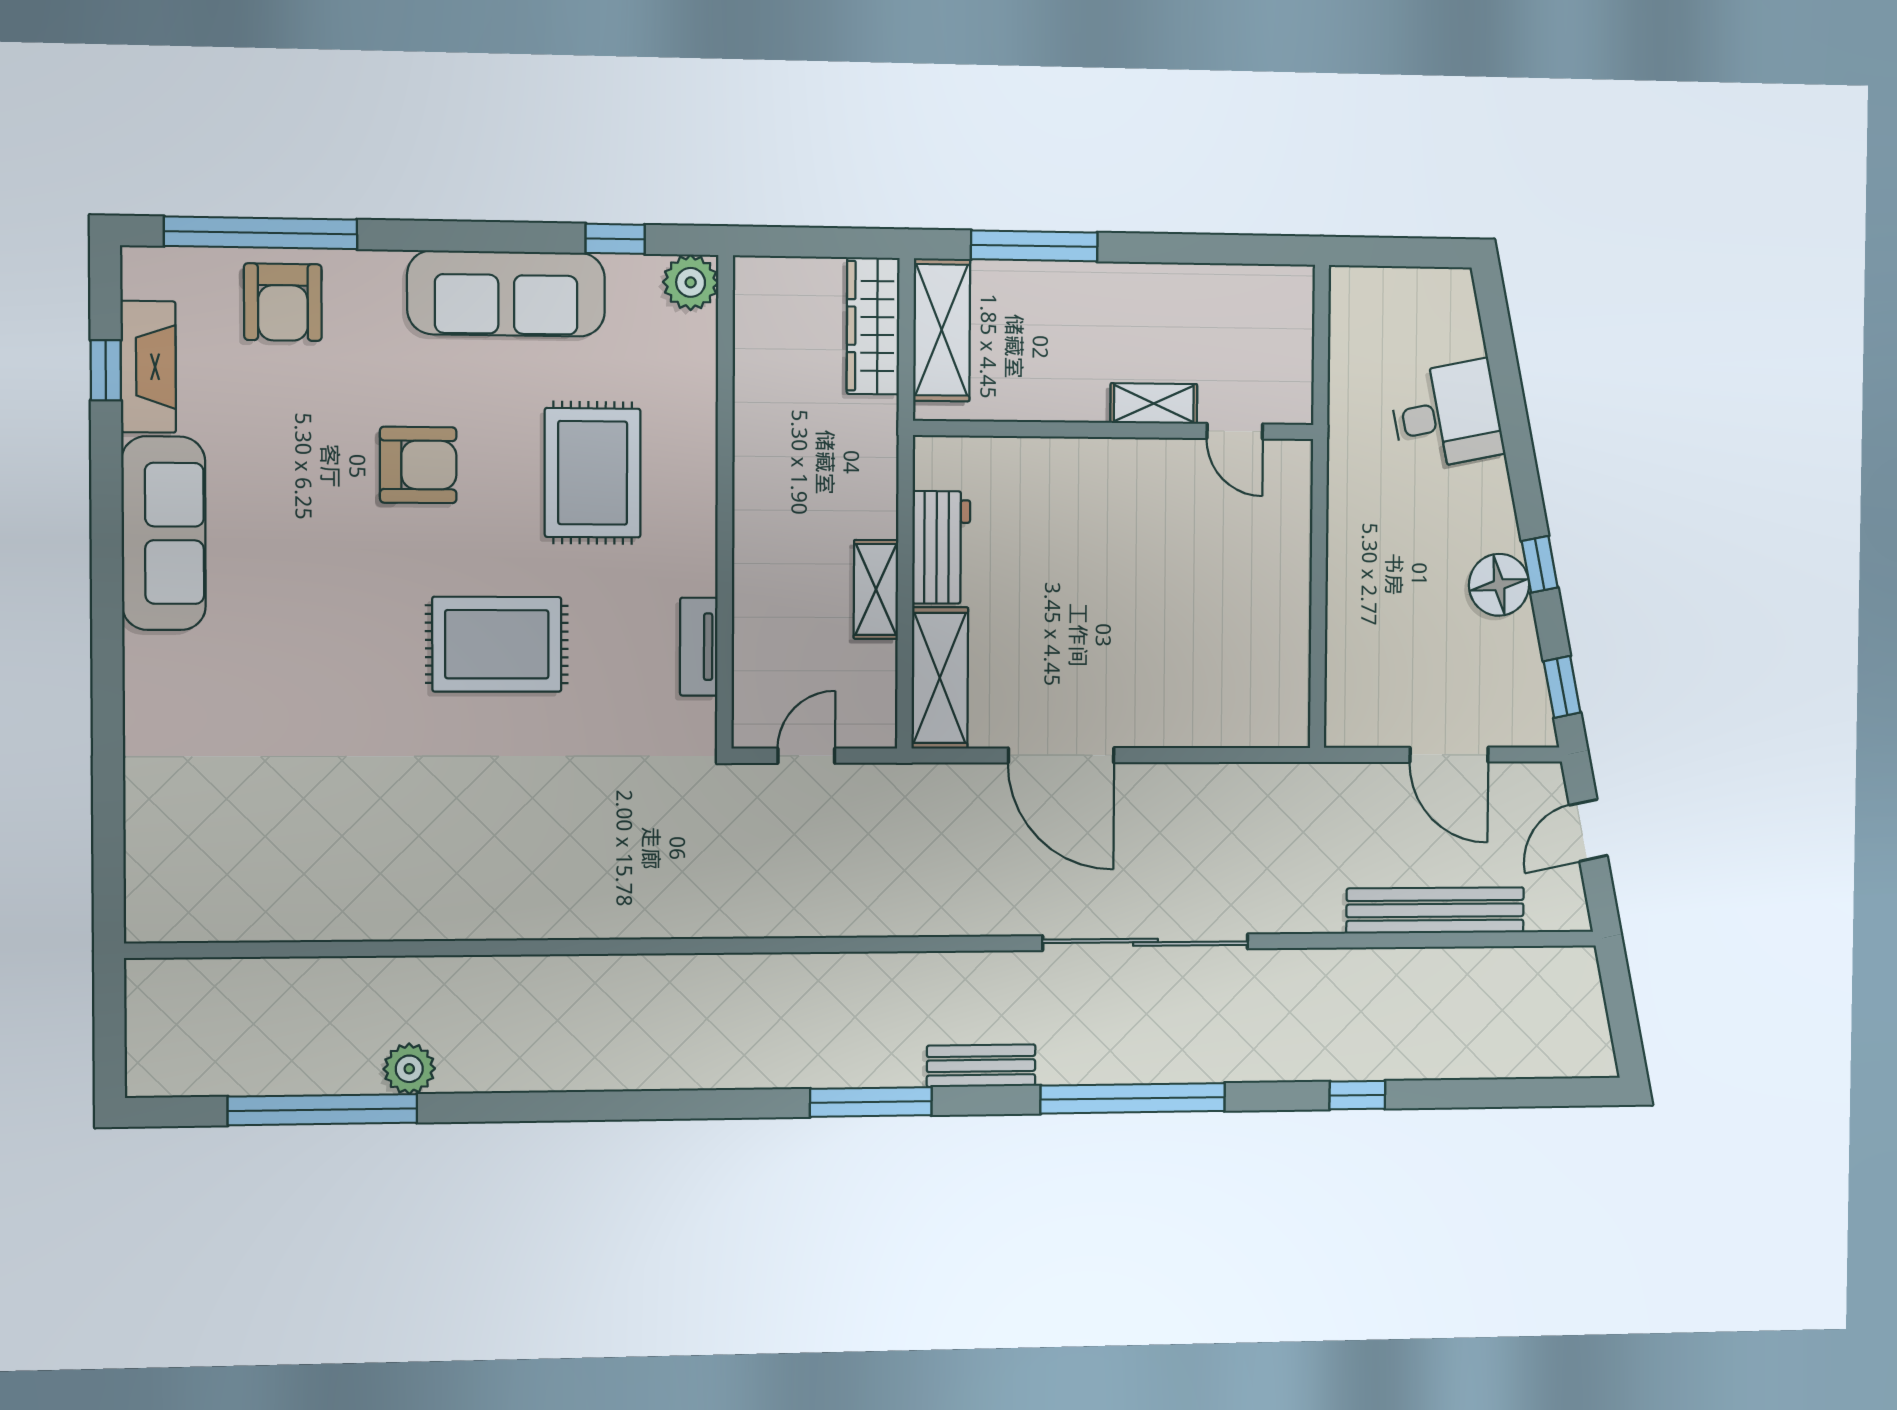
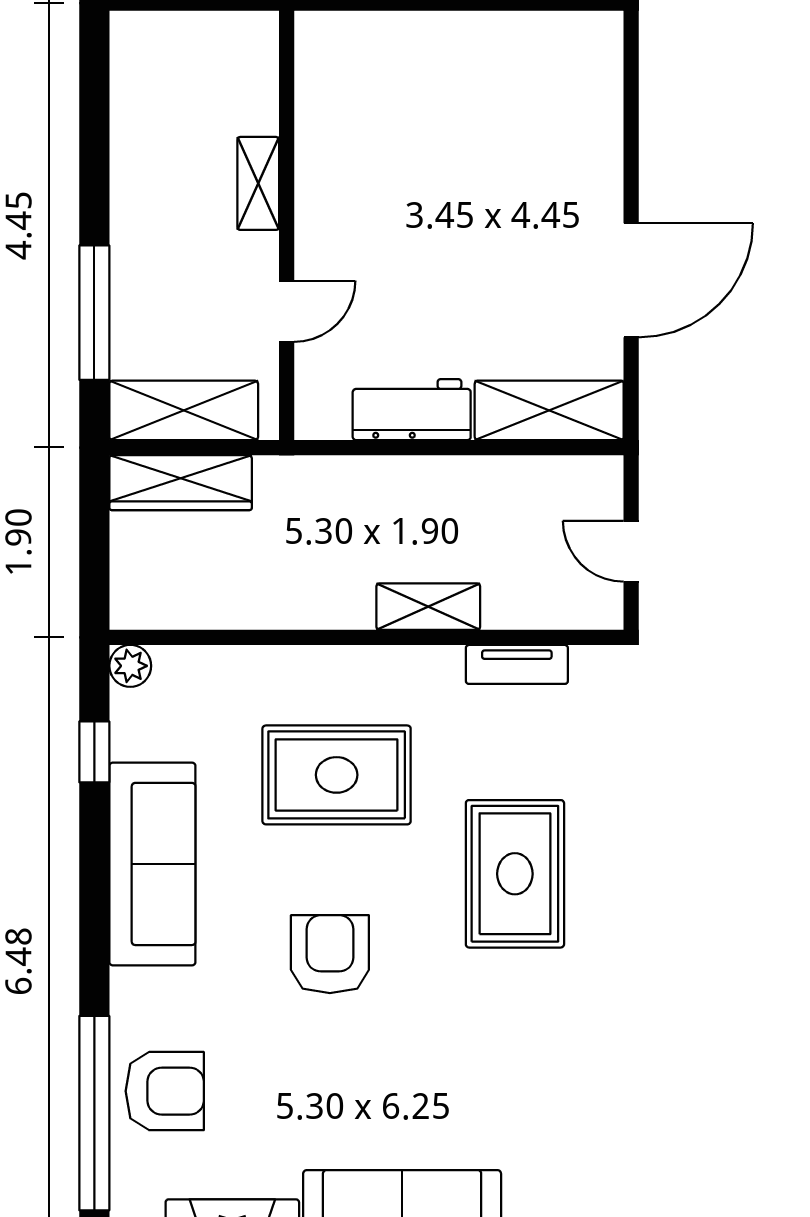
plant: (691, 282) -> (130, 666), width x0.73, depth x0.73
door: (1235, 431) -> (287, 311), moved
shelving: (876, 589) -> (428, 607), moved

